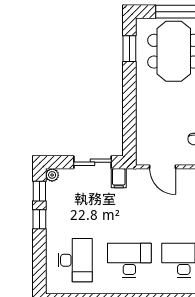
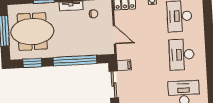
window: (129, 109) -> (75, 61), added
door: (162, 167) -> (114, 35), hinge flipped

